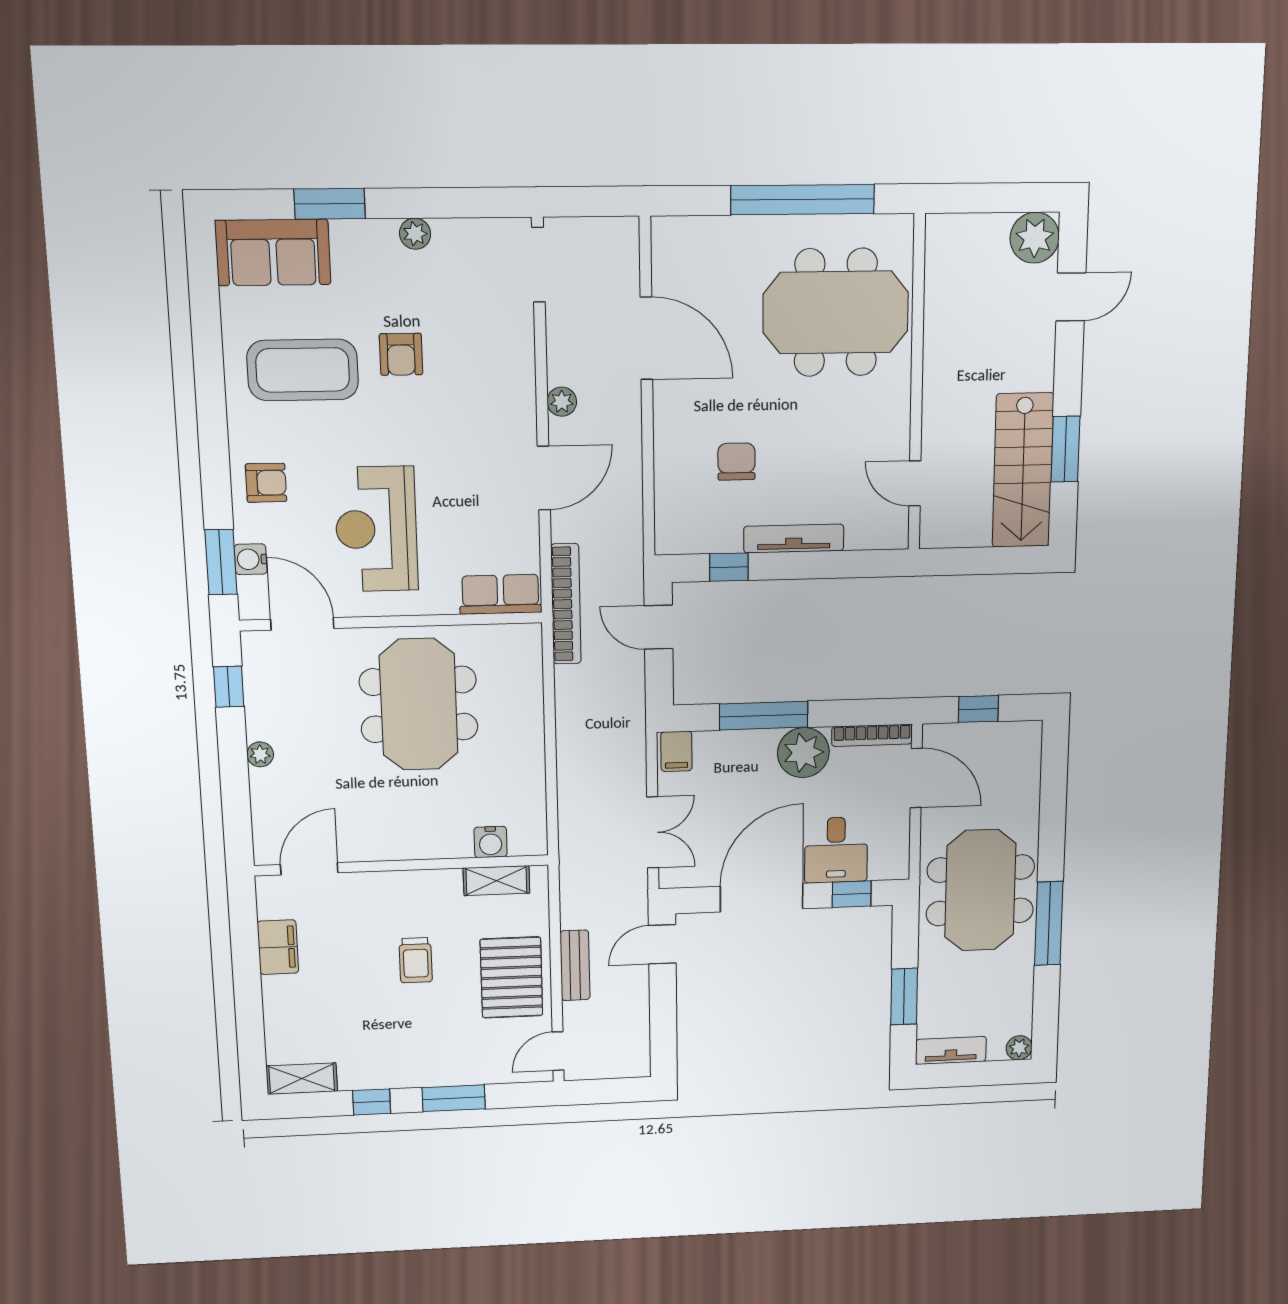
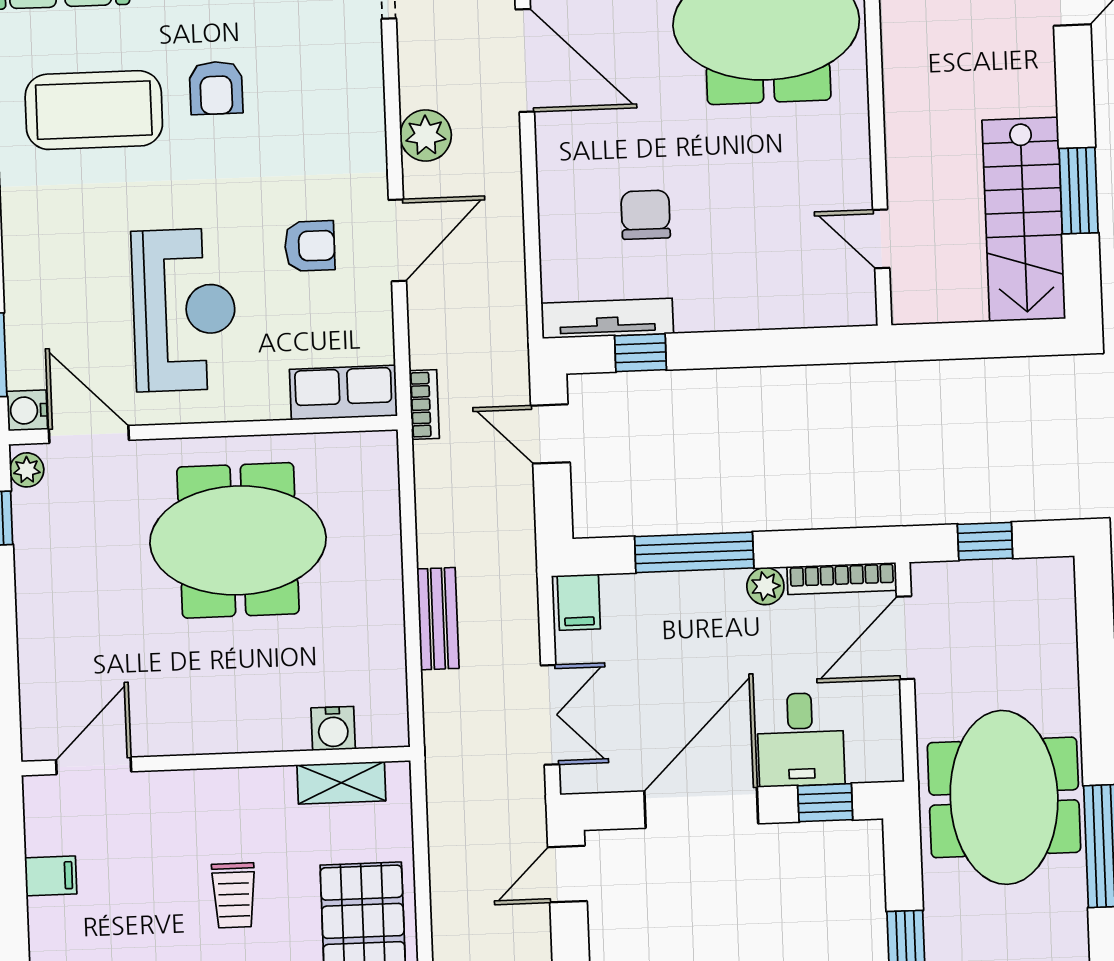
plant: (562, 402) -> (426, 135), width x1.38, depth x1.38
armchair: (266, 483) -> (310, 246), moved
reception desk: (376, 529) -> (184, 310), turned 180
tv unit: (794, 538) -> (607, 318), moved
water cooler: (251, 559) -> (27, 410), moved
bookcase: (566, 604) -> (424, 405), width x0.43, depth x0.76
meeting table: (419, 704) -> (238, 540), turned 90
plant: (803, 753) -> (765, 586), width x0.53, depth x0.53
plant: (260, 754) -> (27, 470), moved
door: (916, 778) -> (905, 638), swing flipped
filing cabinet: (278, 947) -> (51, 876), width x0.50
bench: (575, 965) -> (438, 619), moved

